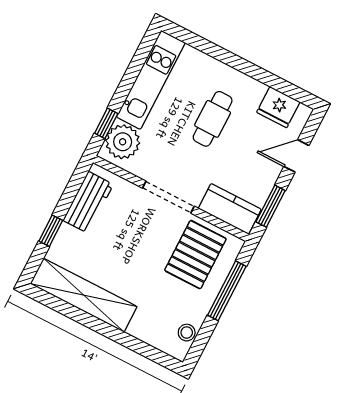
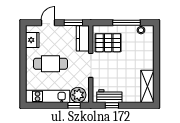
cafe table: (213, 119) -> (50, 64), width x1.37, depth x1.35
door: (296, 156) -> (48, 23), swing flipped
window: (51, 231) -> (112, 105), moved
window: (227, 291) -> (126, 23), moved
shelving: (84, 295) -> (147, 86), width x0.68

